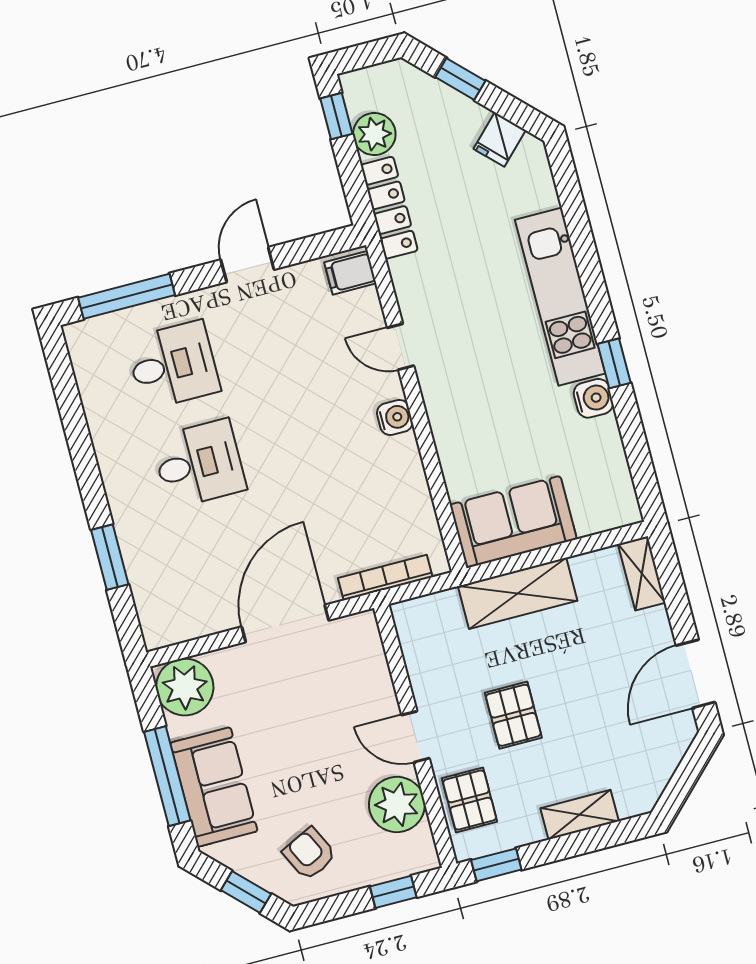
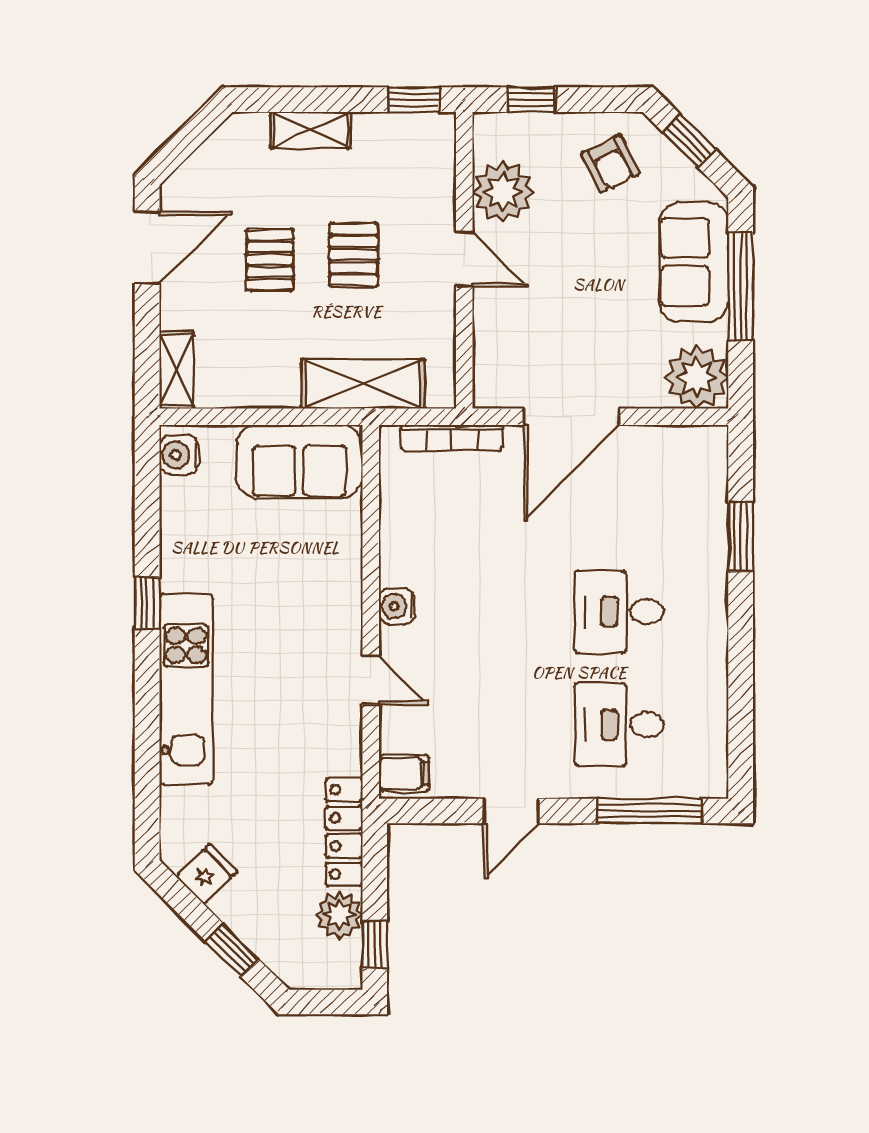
water cooler: (593, 398) -> (179, 455), moved
shelving: (518, 593) -> (363, 384), moved
pallet: (470, 800) -> (270, 260), moved

